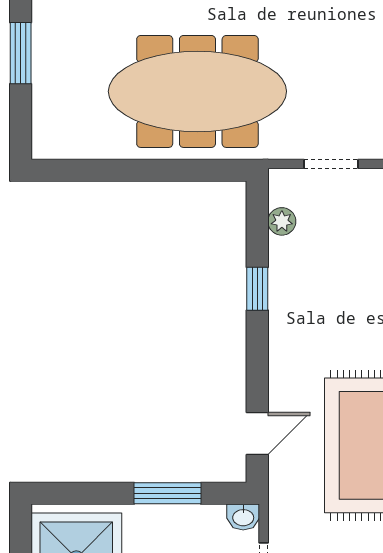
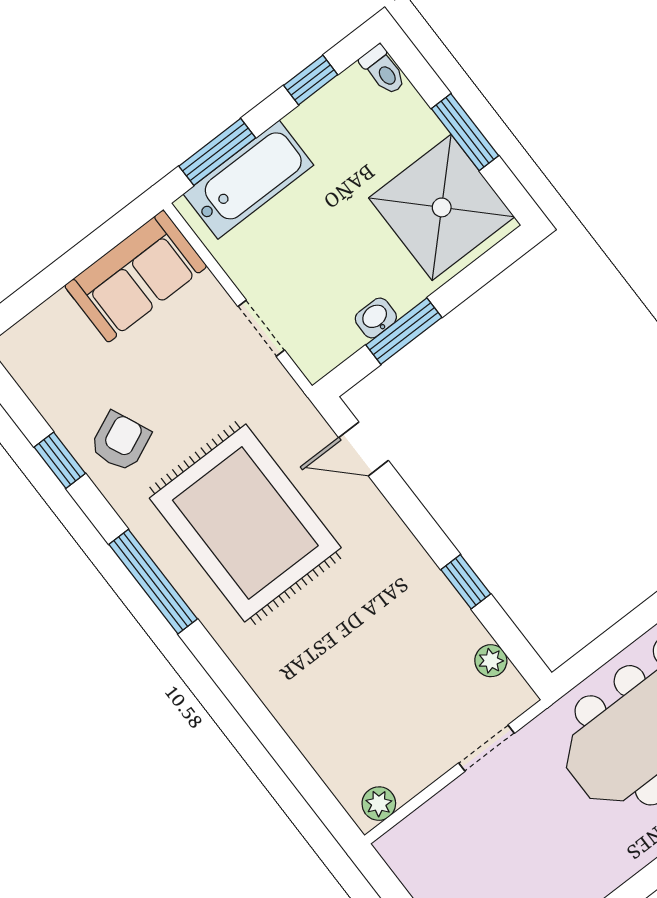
door: (257, 434) -> (364, 449), hinge flipped
washbasin: (243, 517) -> (376, 318), moved

